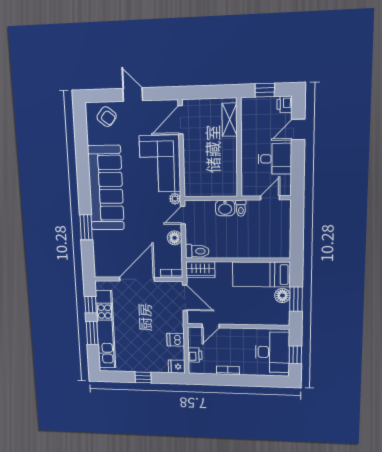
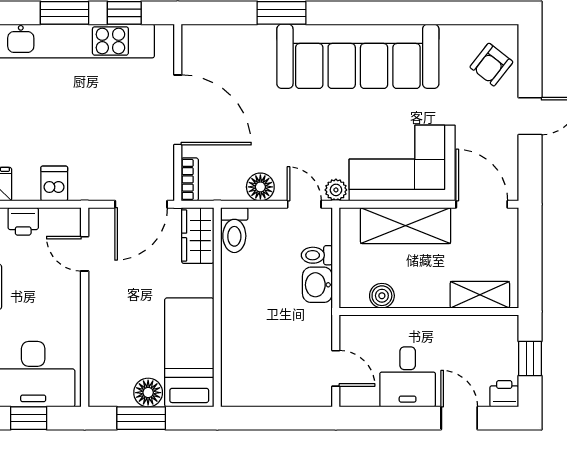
shelving: (193, 161) -> (406, 226), added
boiler: (231, 173) -> (382, 296), added
toilet: (241, 208) -> (317, 255), moved

